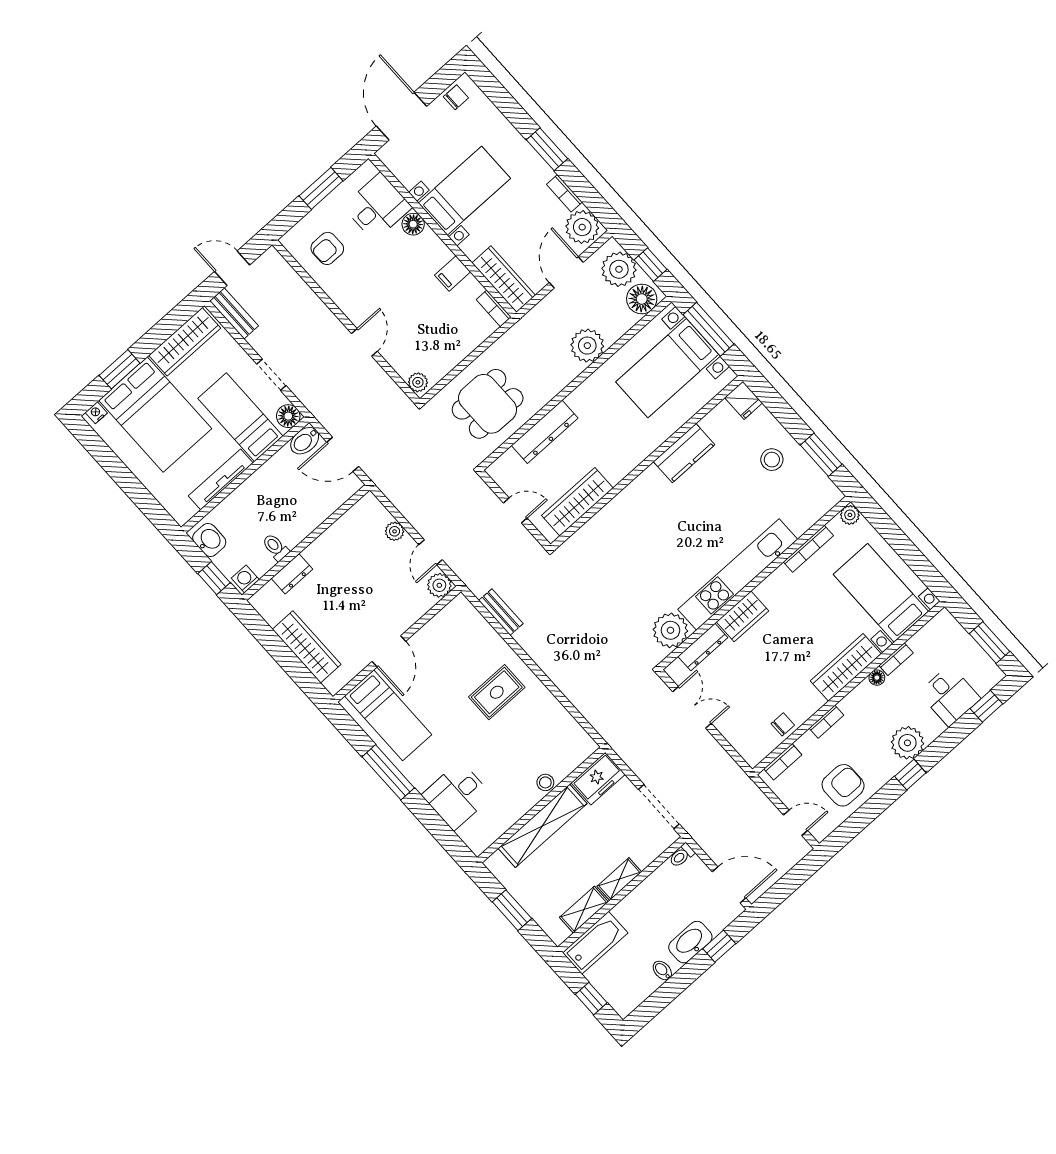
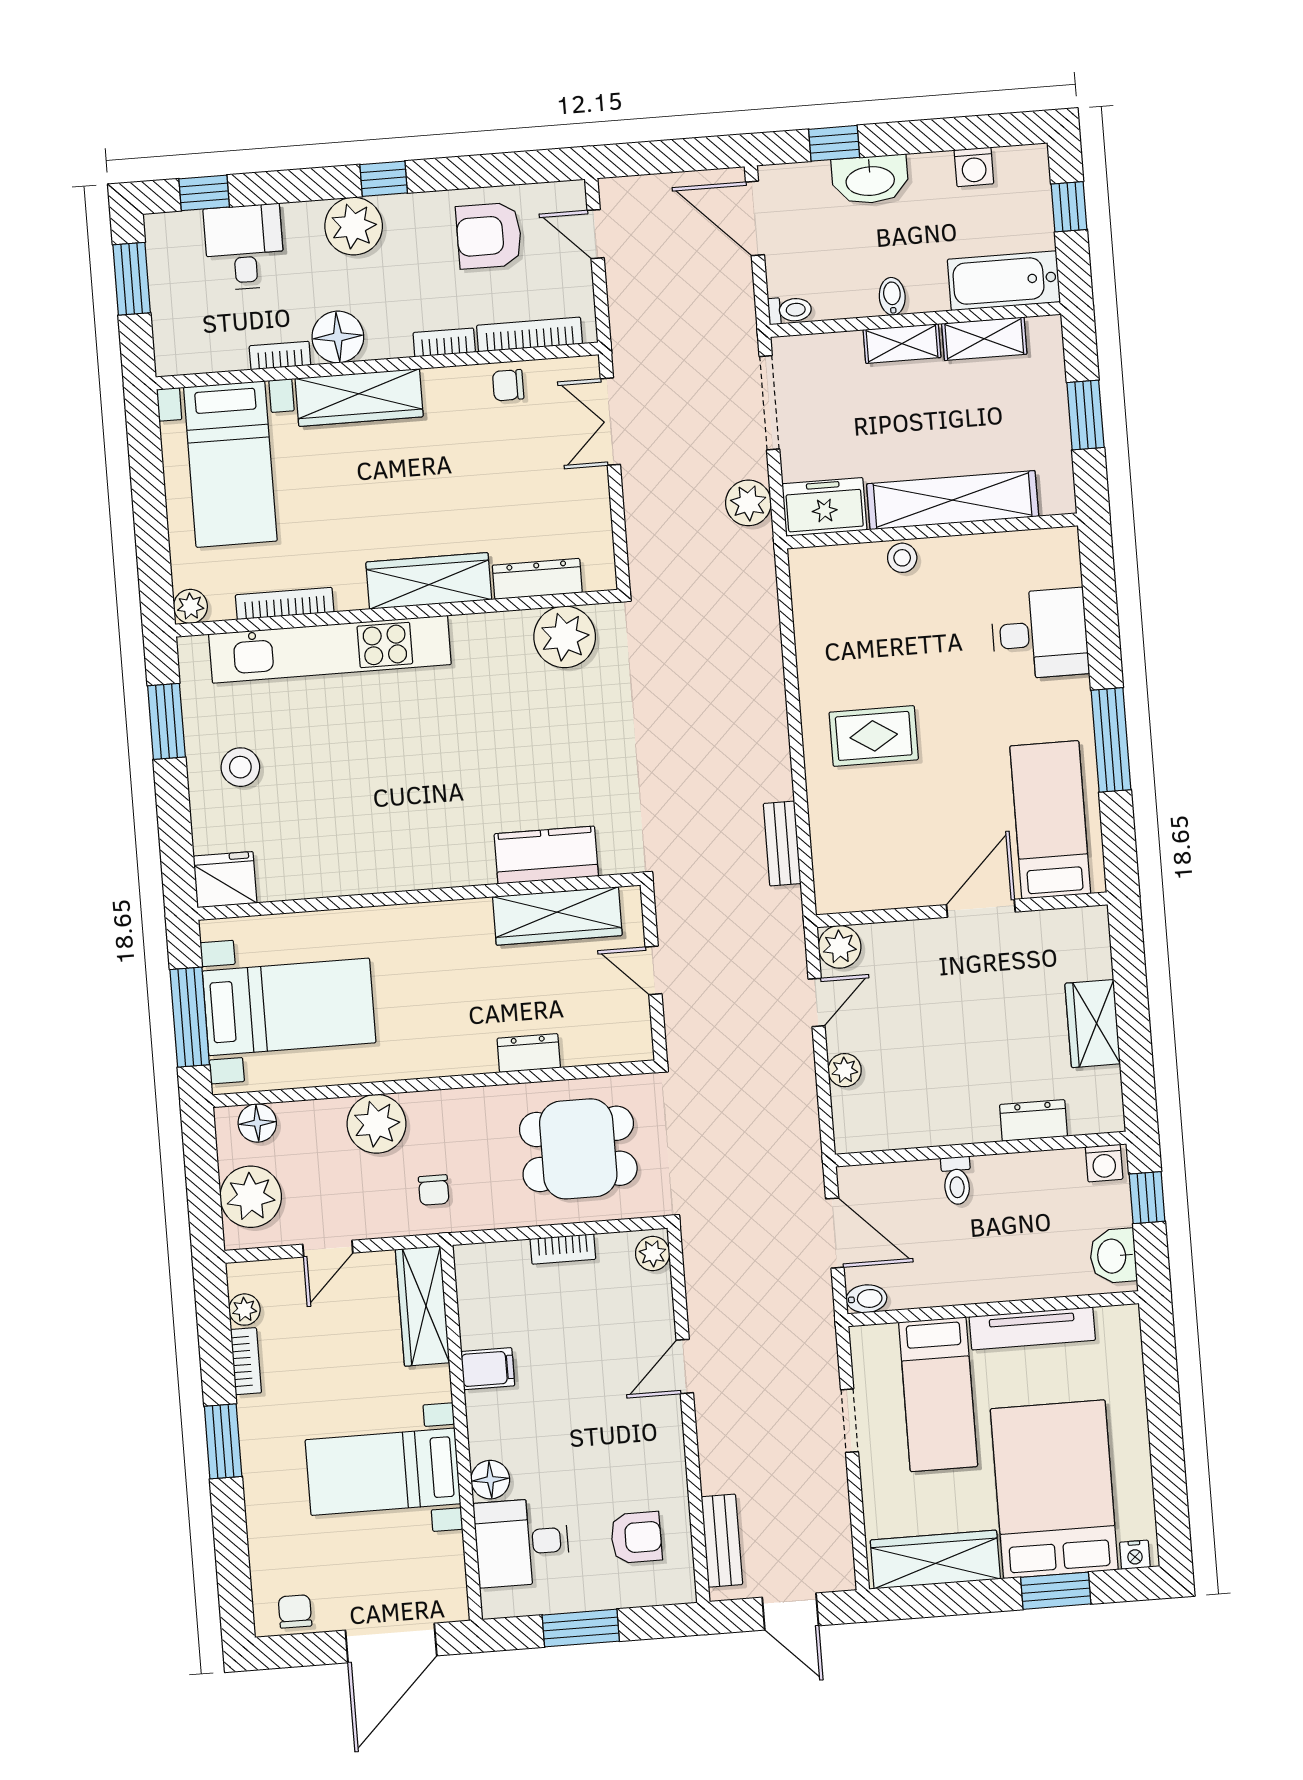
chair: (456, 97) -> (295, 1611), turned 90
plant: (582, 227) -> (244, 1310), width x0.53, depth x0.53
window: (650, 265) -> (202, 1169), removed
door: (566, 272) -> (328, 1249), width x0.73
floor lamp: (642, 299) -> (257, 1123), width x0.73, depth x0.73
bookcase: (494, 308) -> (563, 1249), moved, turned 90
bench: (234, 313) -> (722, 1541), moved
chair: (539, 335) -> (434, 1190), added
fridge: (743, 400) -> (225, 880), width x1.38
floor lamp: (288, 416) -> (870, 1345), removed
dresser: (545, 432) -> (529, 1053), width x0.51, depth x0.80
bidet: (305, 441) -> (866, 1299), width x0.72, depth x0.74
kitchen counter: (684, 453) -> (546, 855), moved
toilet: (276, 547) -> (957, 1181), moved
kitchen unit: (738, 574) -> (330, 649), moved
wardrobe: (743, 616) -> (429, 581), width x1.50
wardrobe: (307, 647) -> (1093, 1024), width x0.67
floor lamp: (877, 678) -> (338, 337), width x1.89, depth x1.89
double door: (692, 707) -> (610, 422), moved
plant: (634, 754) -> (748, 503), added
bookcase: (783, 762) -> (530, 334), width x1.56
bidet: (662, 970) -> (892, 296), moved, turned 180
washing machine: (648, 984) -> (974, 167), added

